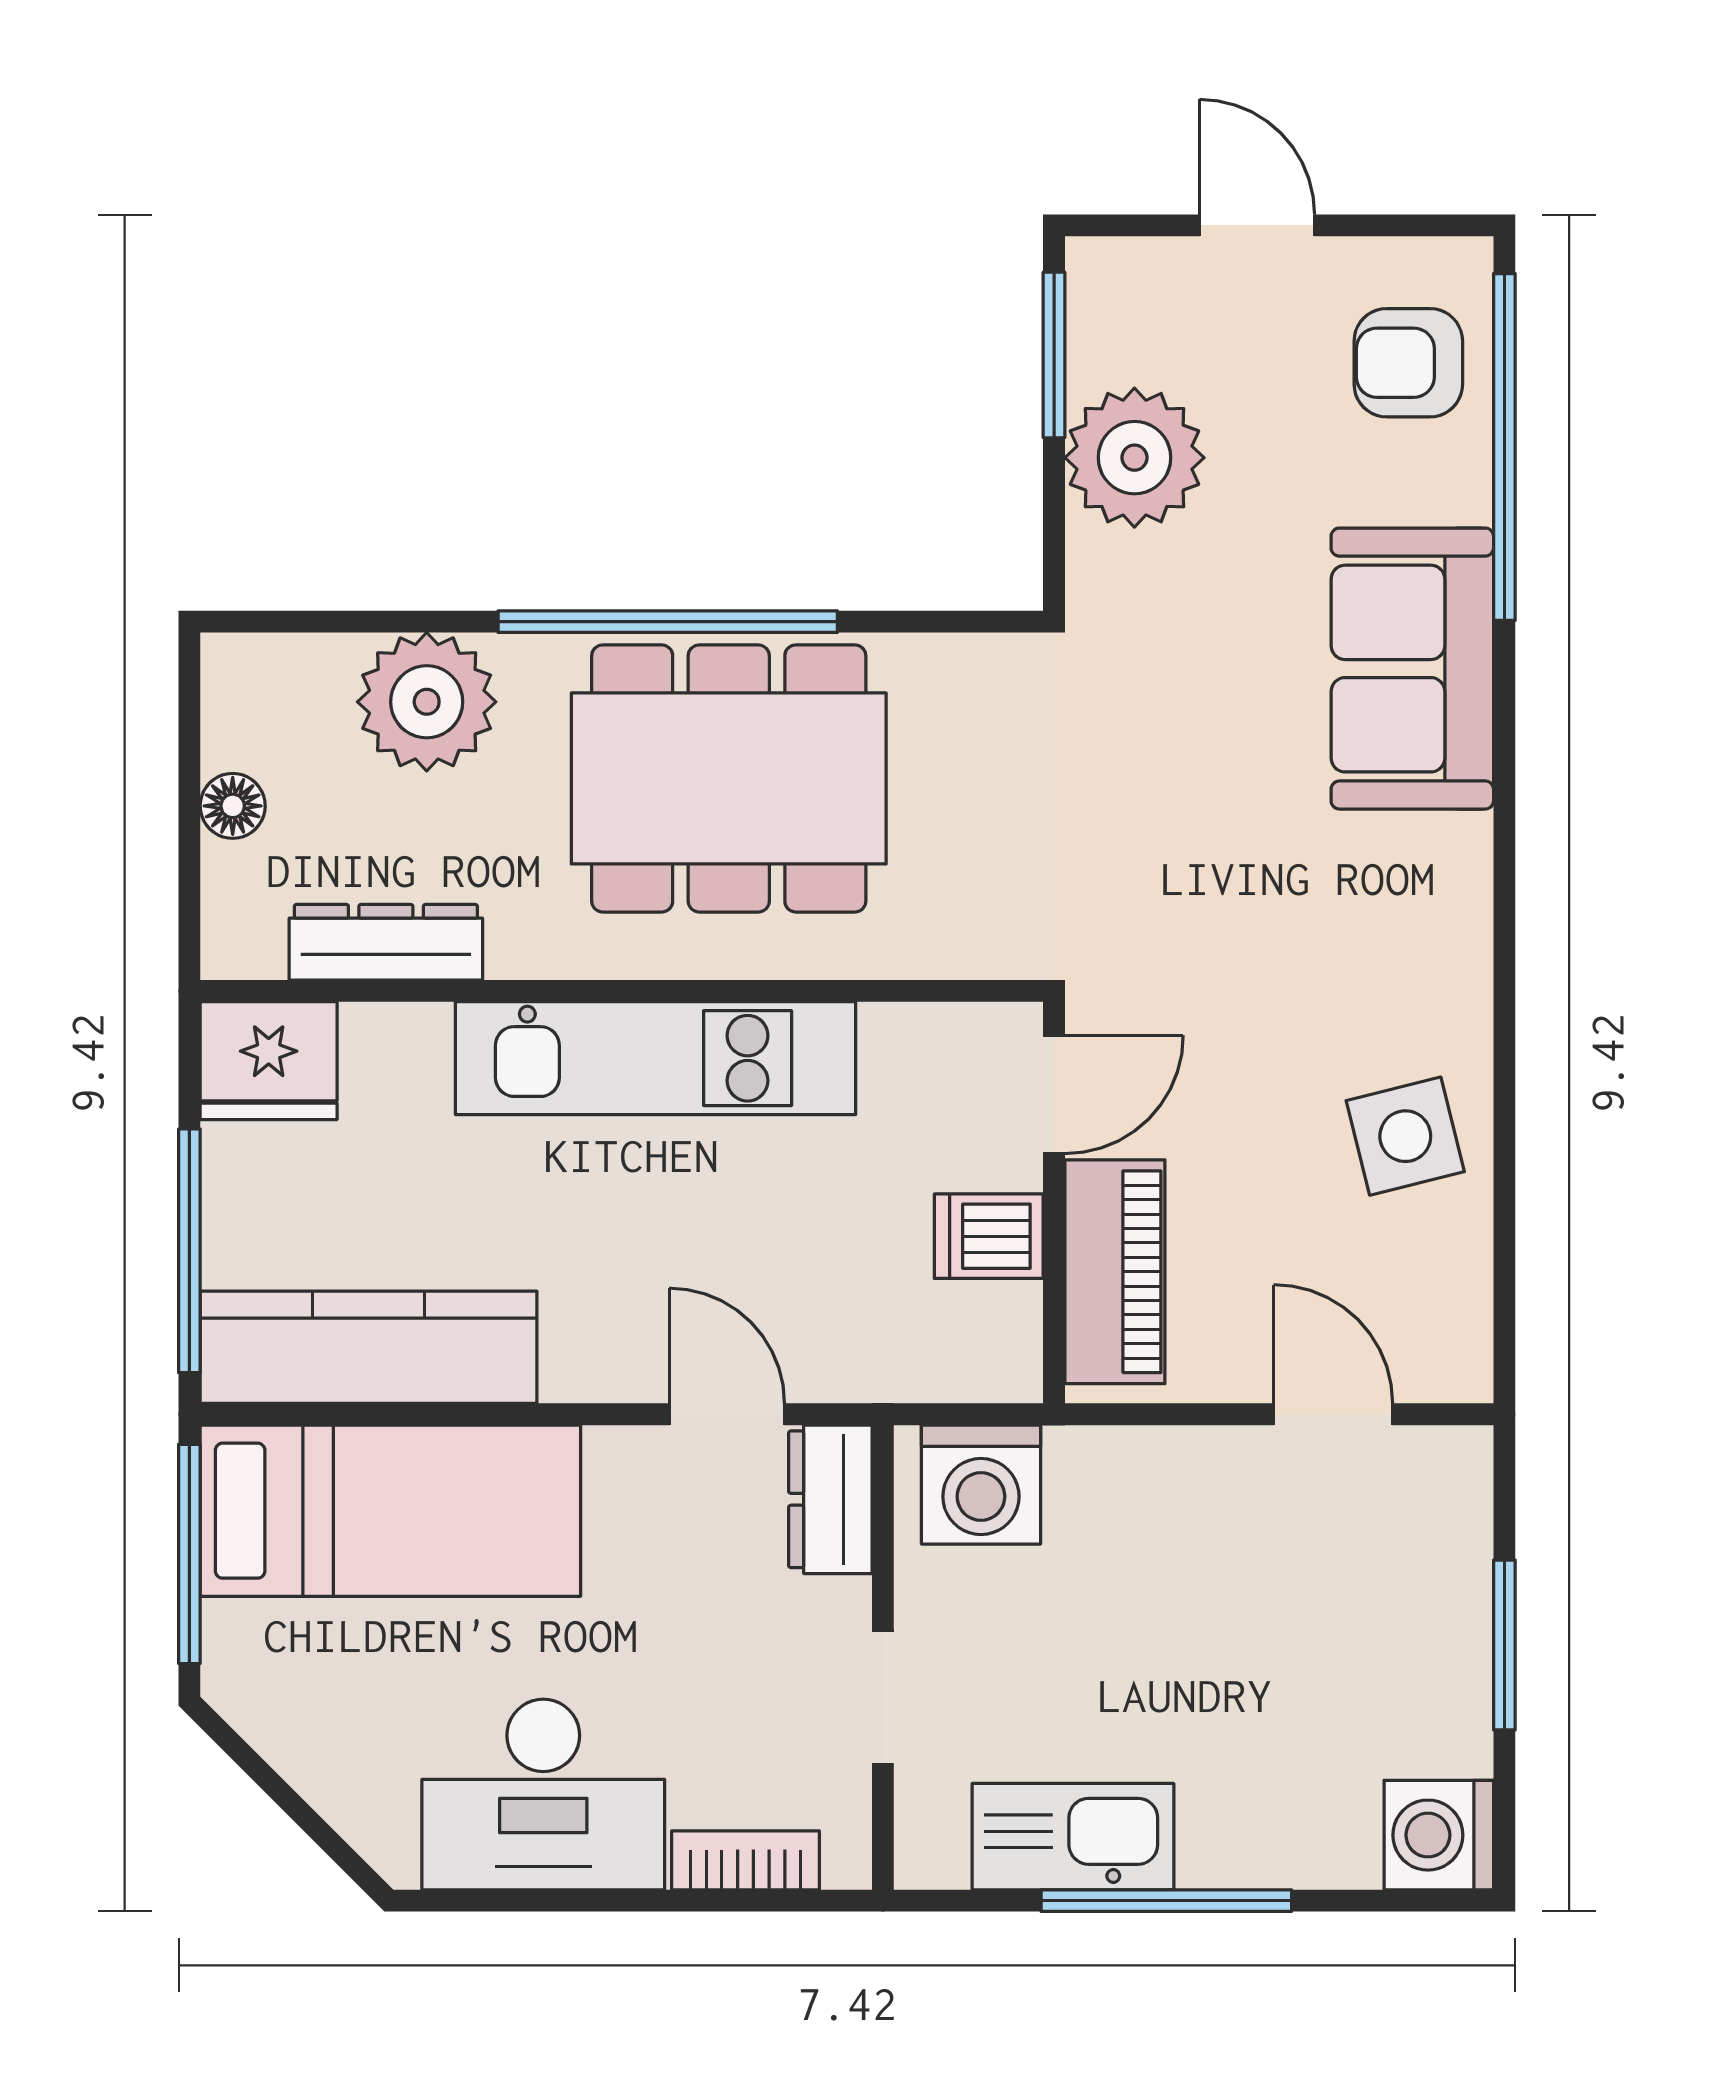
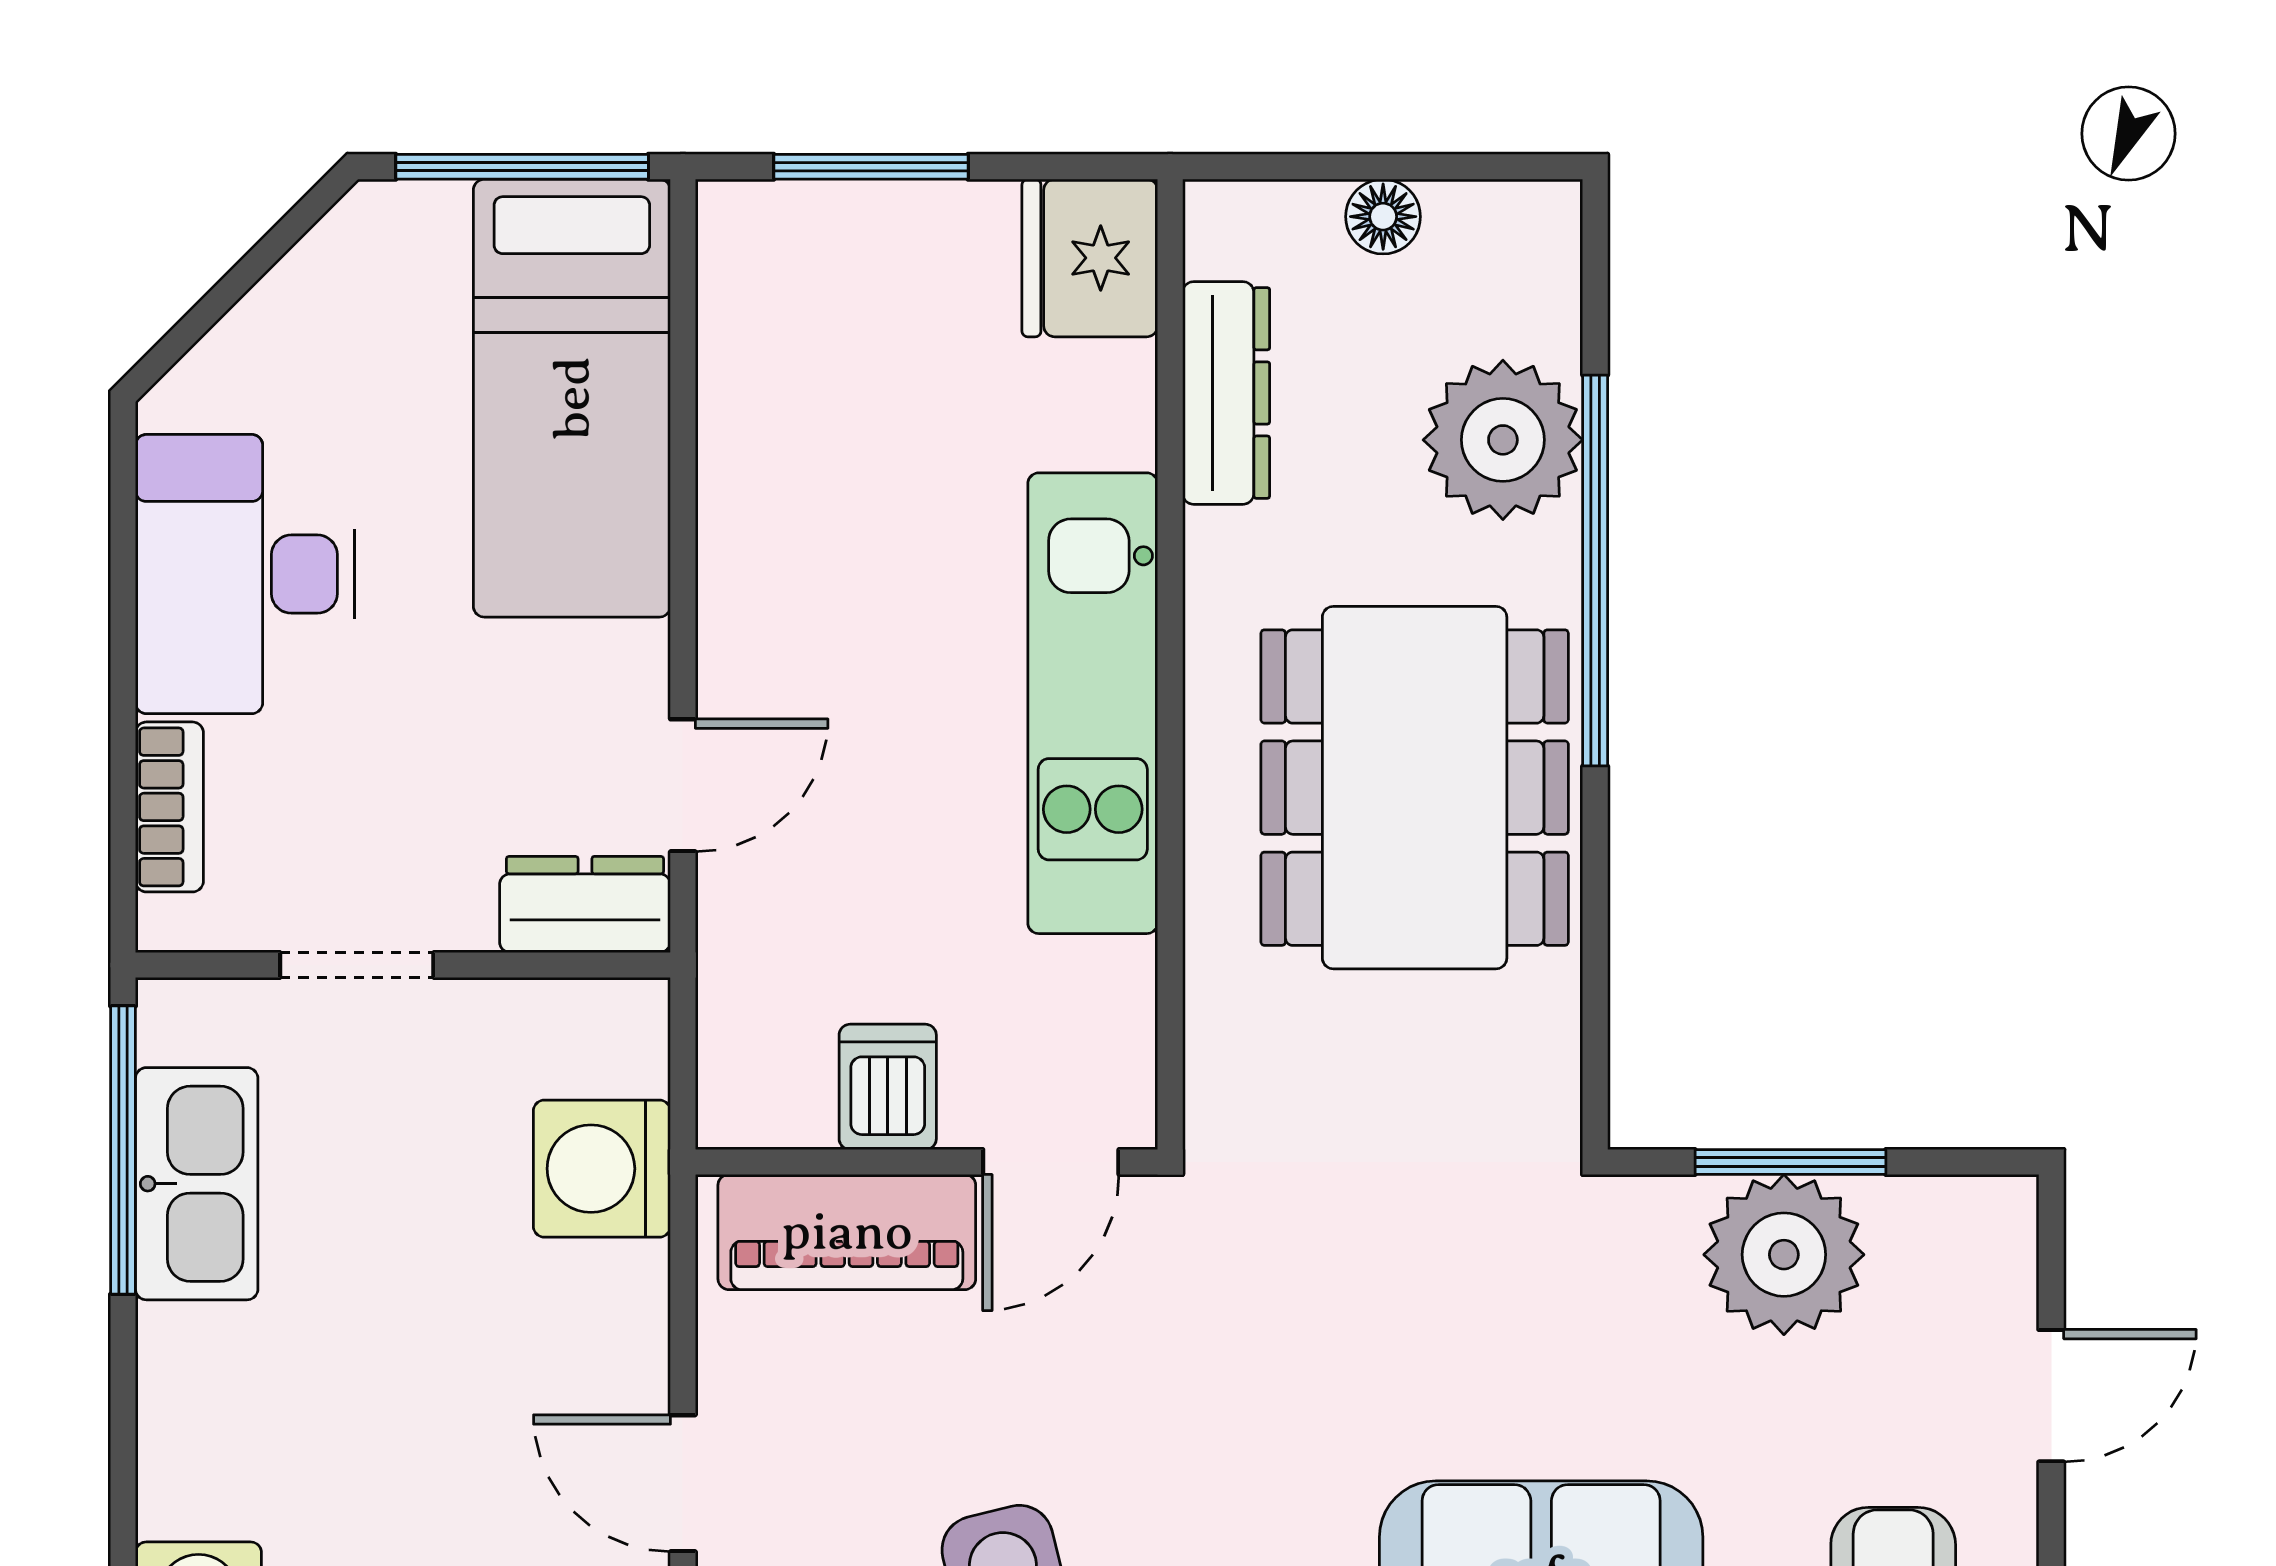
window: (1054, 355) -> (1790, 1162), moved
window: (668, 622) -> (1595, 571), moved
door: (1054, 1094) -> (1051, 1162), hinge flipped
window: (189, 1251) -> (871, 167), width x0.69
kitchen counter: (369, 1347) -> (760, 373), removed
door: (1333, 1414) -> (683, 1483), swing flipped
washing machine: (981, 1485) -> (602, 1169), moved
window: (1166, 1901) -> (123, 1150), moved

